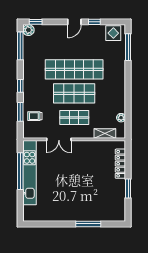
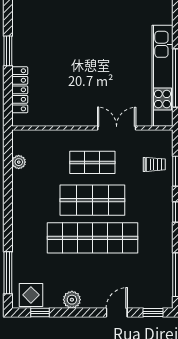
door: (74, 22) -> (117, 312), moved
window: (94, 22) -> (40, 312), moved
plant: (28, 30) -> (72, 300), moved
shelving: (105, 133) -> (44, 137), removed

